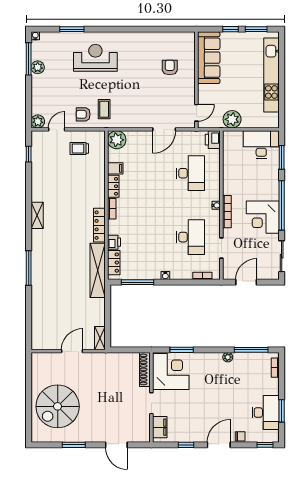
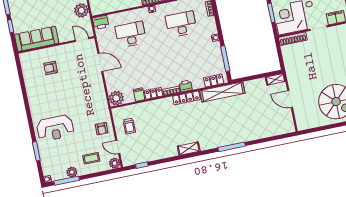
reception desk: (95, 58) -> (55, 128), turned -90
coffee table: (104, 109) -> (91, 158), moved
printer: (114, 242) -> (186, 86), moved

